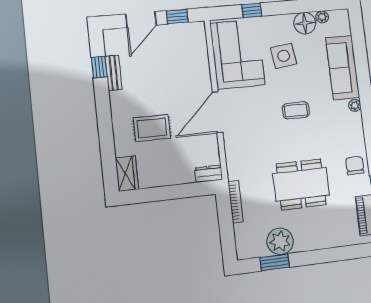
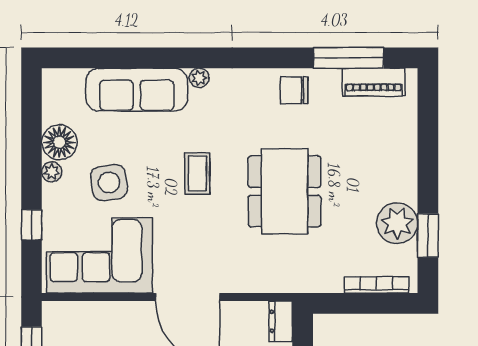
plant: (322, 17) -> (52, 172), moved
dining table: (301, 184) -> (285, 191), moved
bookcase: (236, 202) -> (377, 285), moved

